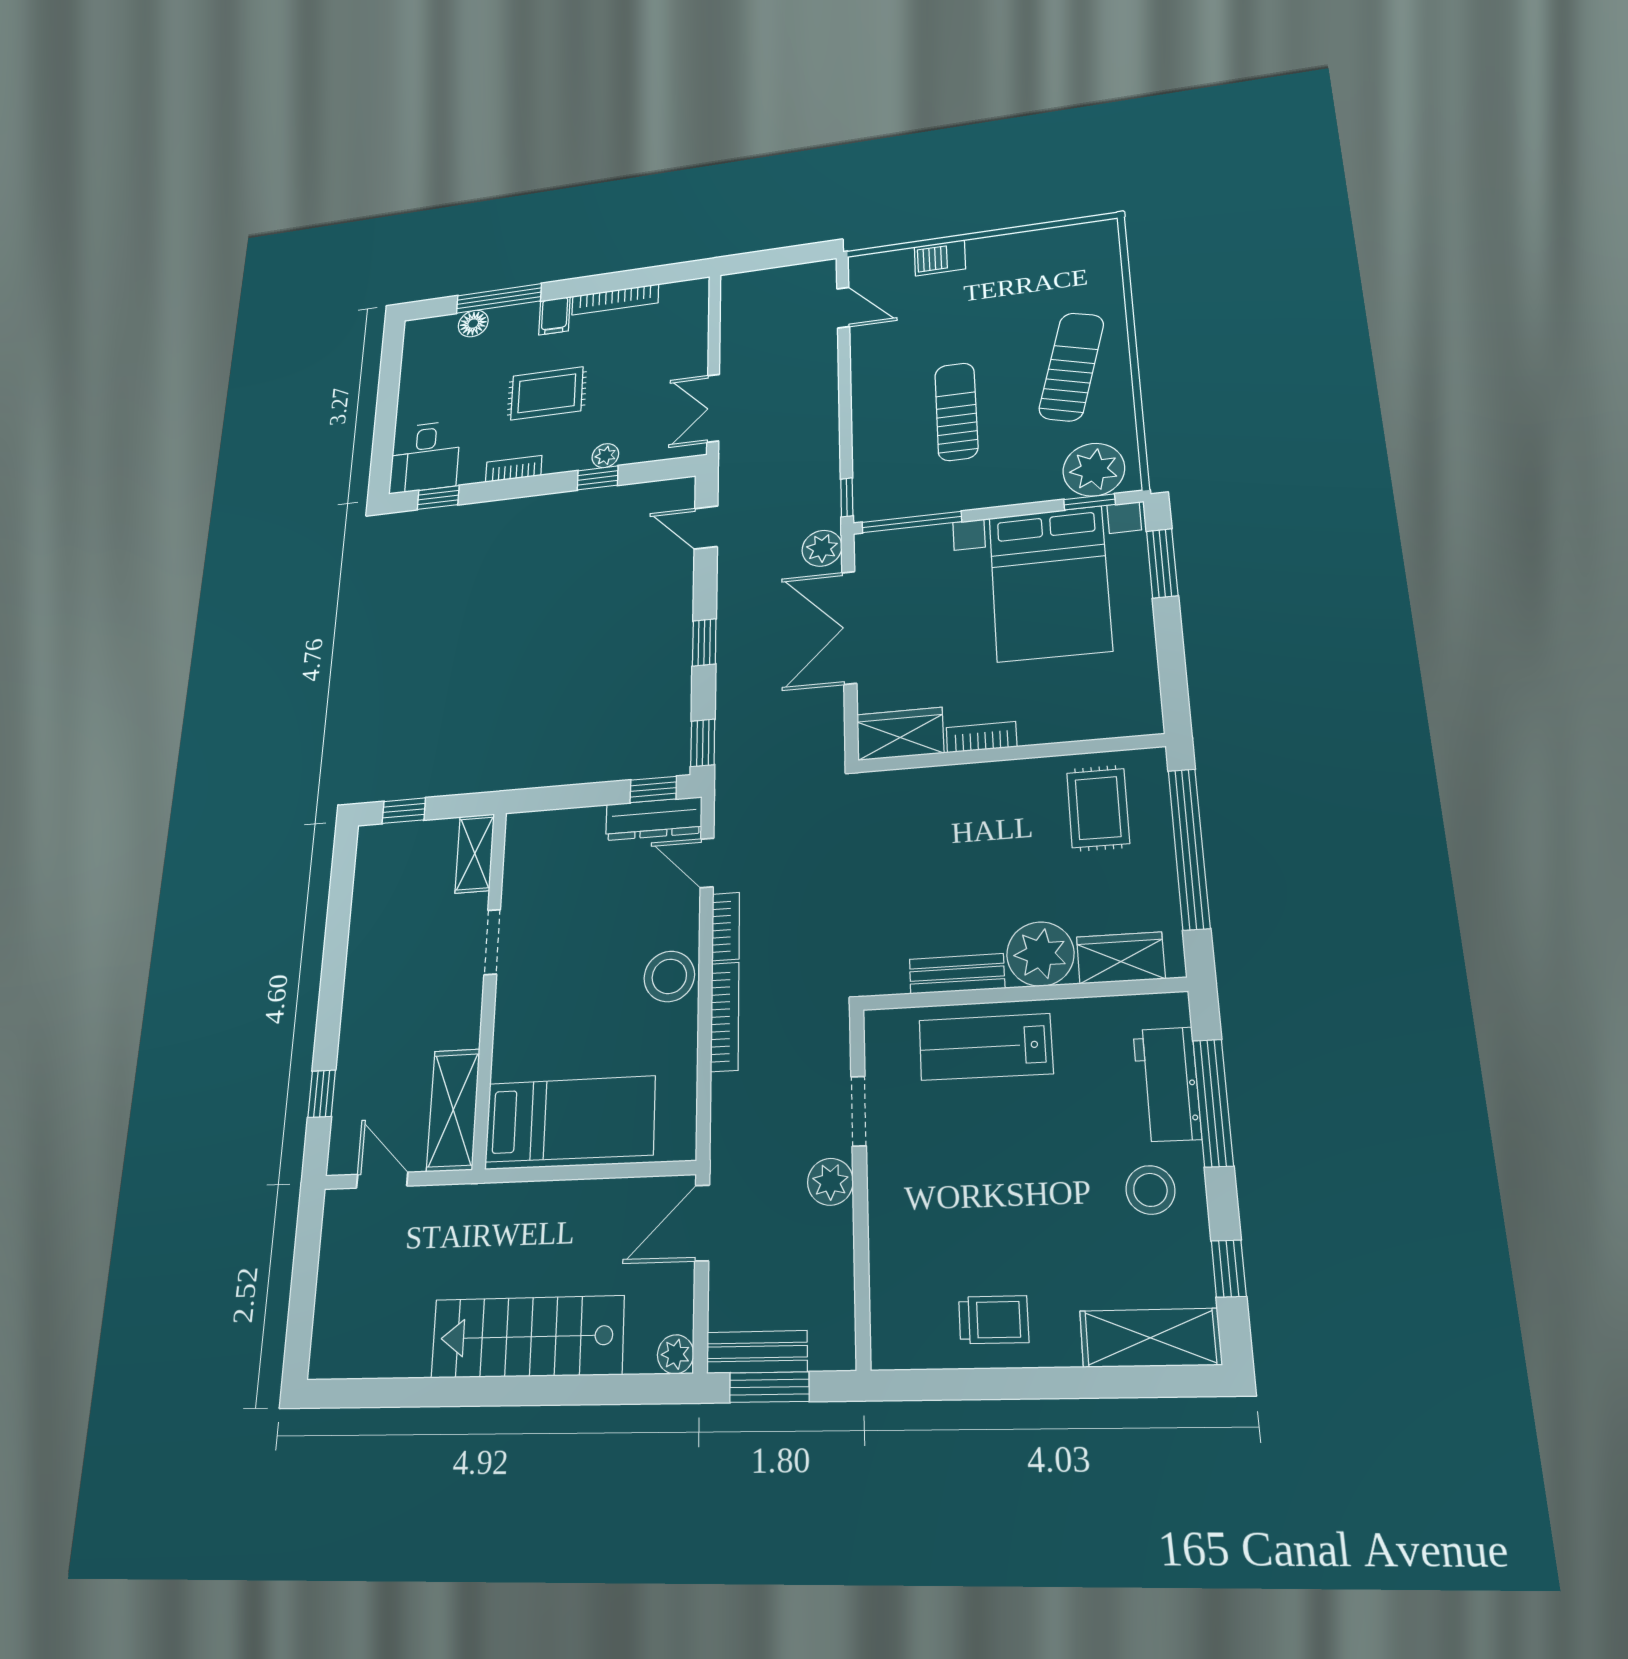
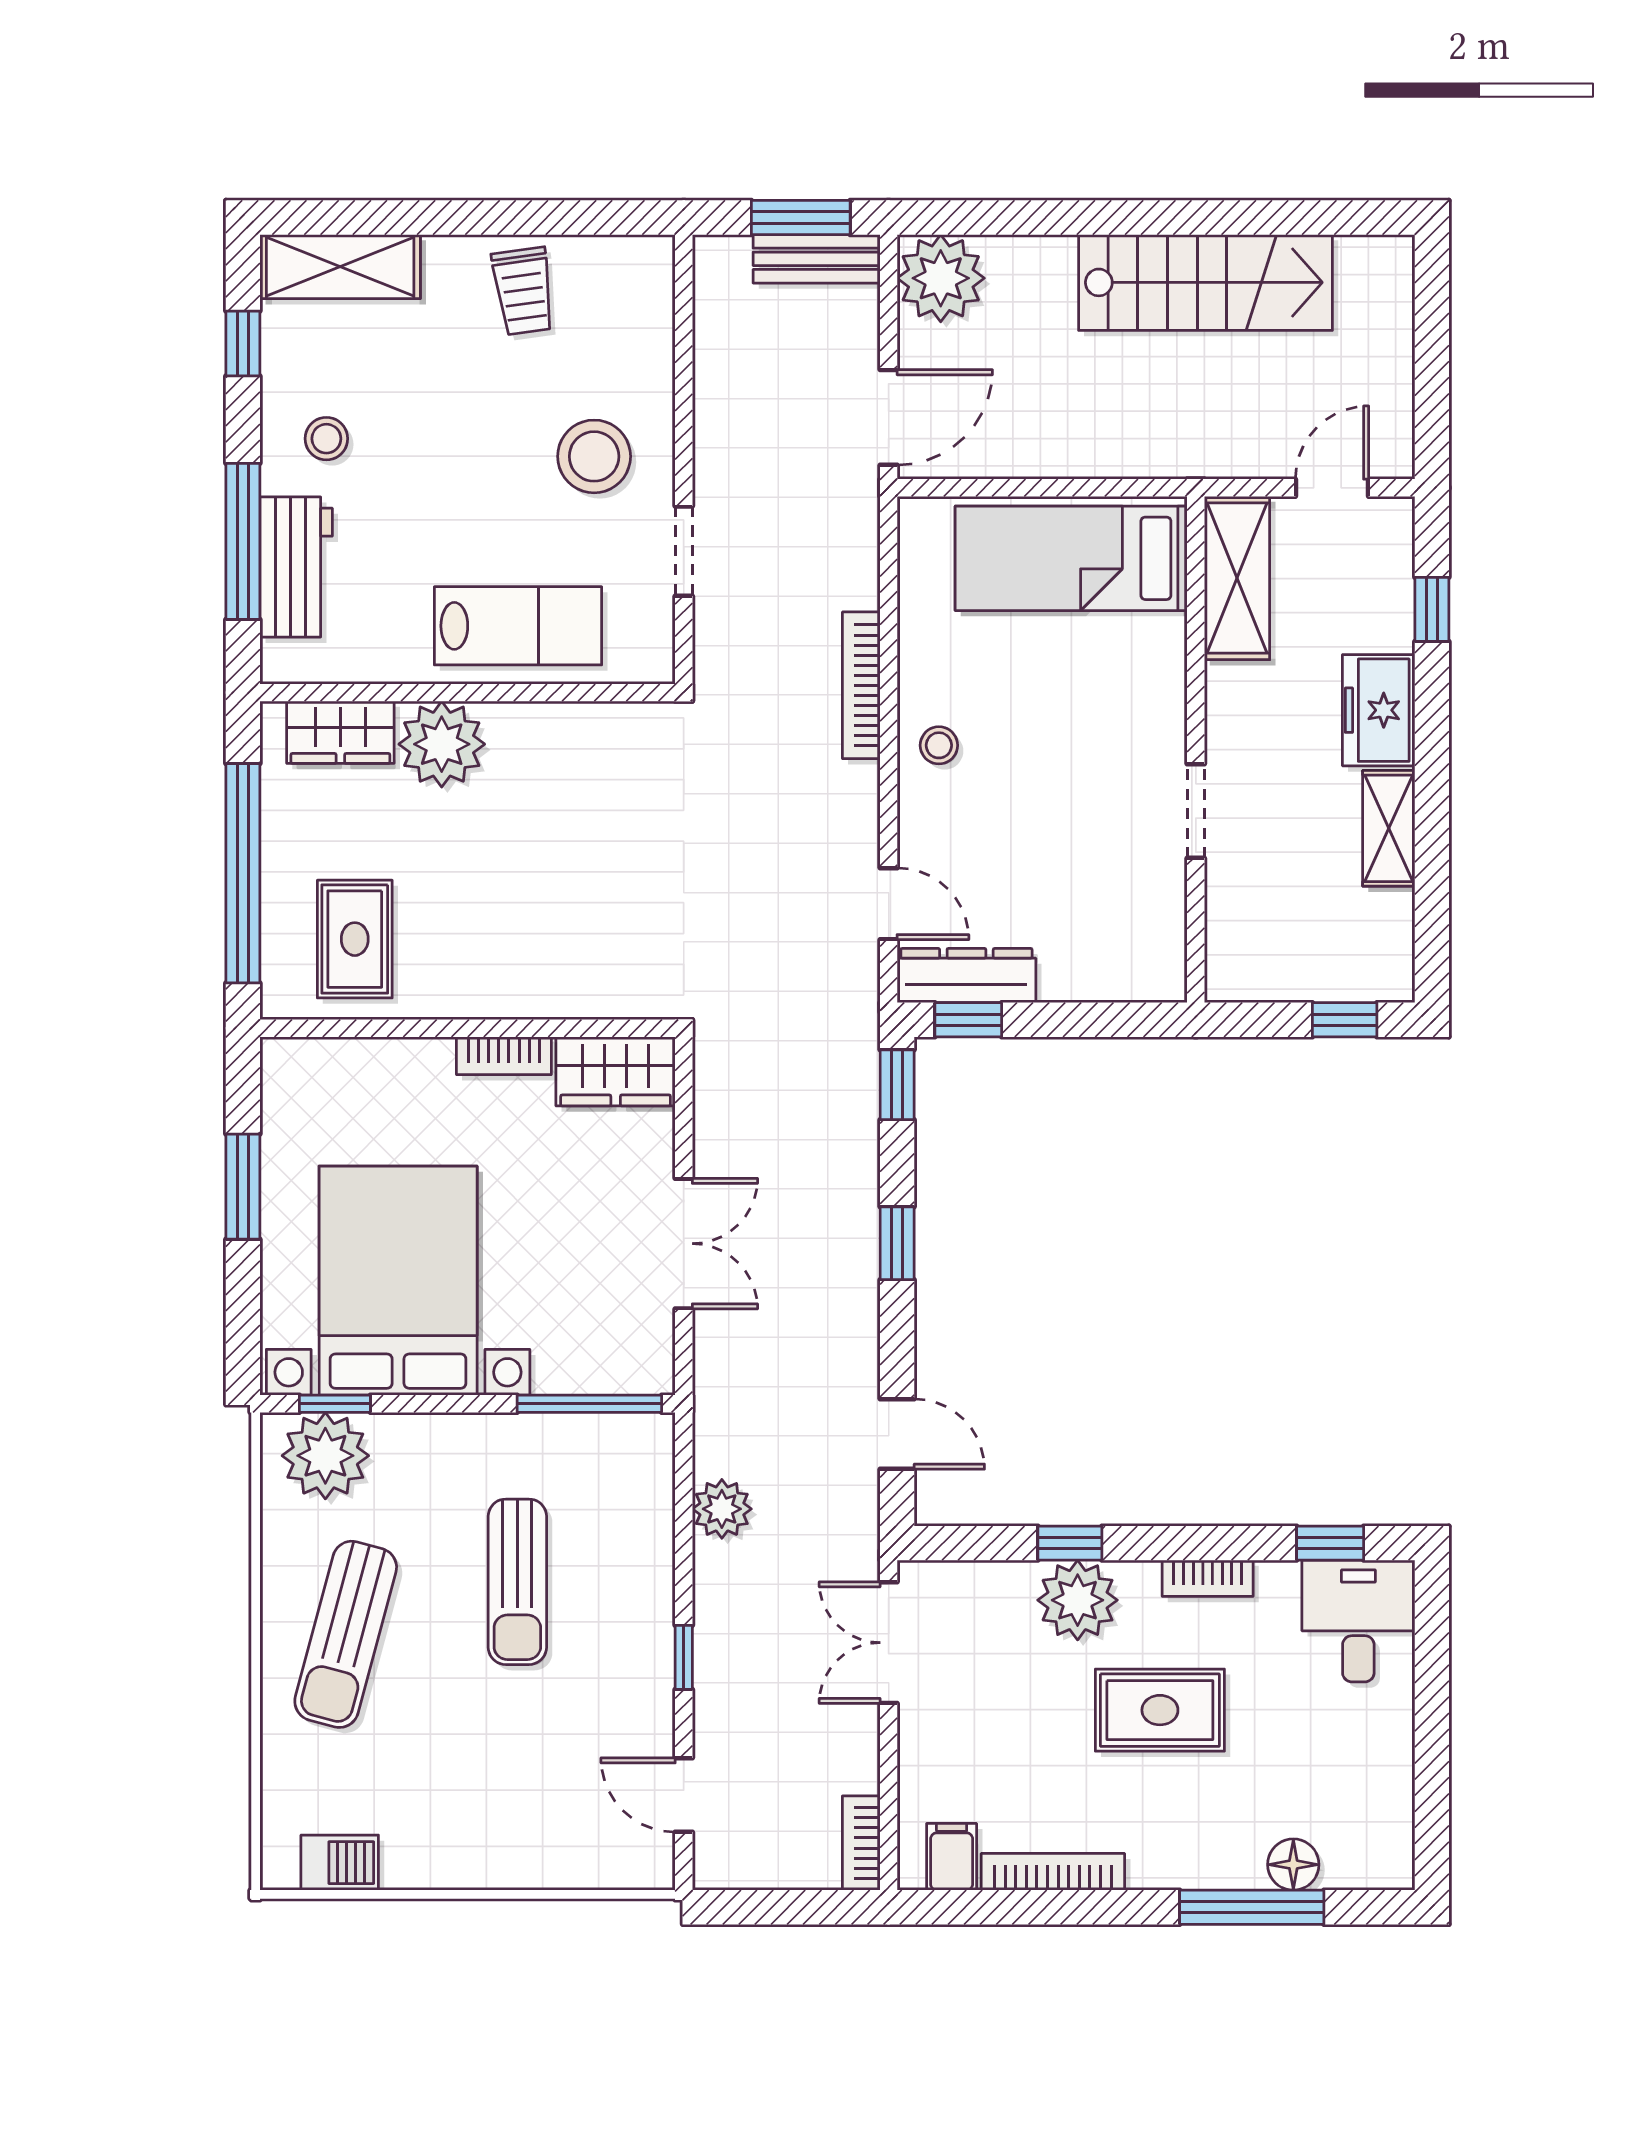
barbecue: (940, 258) -> (340, 1863), moved
filing cabinet: (554, 316) -> (952, 1857), moved
double door: (713, 408) -> (889, 1643), swing flipped
plant: (605, 456) -> (1078, 1600), width x1.88, depth x1.88
window: (847, 497) -> (684, 1657), moved
plant: (822, 548) -> (722, 1509), moved
window: (1162, 563) -> (243, 1187), moved
double door: (849, 627) -> (684, 1244), width x0.73
shelving: (475, 853) -> (1389, 828), moved
bookcase: (726, 926) -> (861, 1843), moved
bench: (957, 974) -> (551, 725), removed
stool: (669, 976) -> (939, 745), width x0.53, depth x0.53
freezer: (364, 1020) -> (1379, 710), added
door: (382, 1180) -> (1332, 488), swing flipped
plant: (830, 1182) -> (722, 463), removed
stool: (931, 1183) -> (594, 456), added
stool: (1150, 1190) -> (326, 439), width x0.73, depth x0.73
trolley: (994, 1320) -> (523, 291), turned -98
stairs: (527, 1337) -> (1205, 282), moved
plant: (676, 1354) -> (941, 278), width x1.87, depth x1.87

